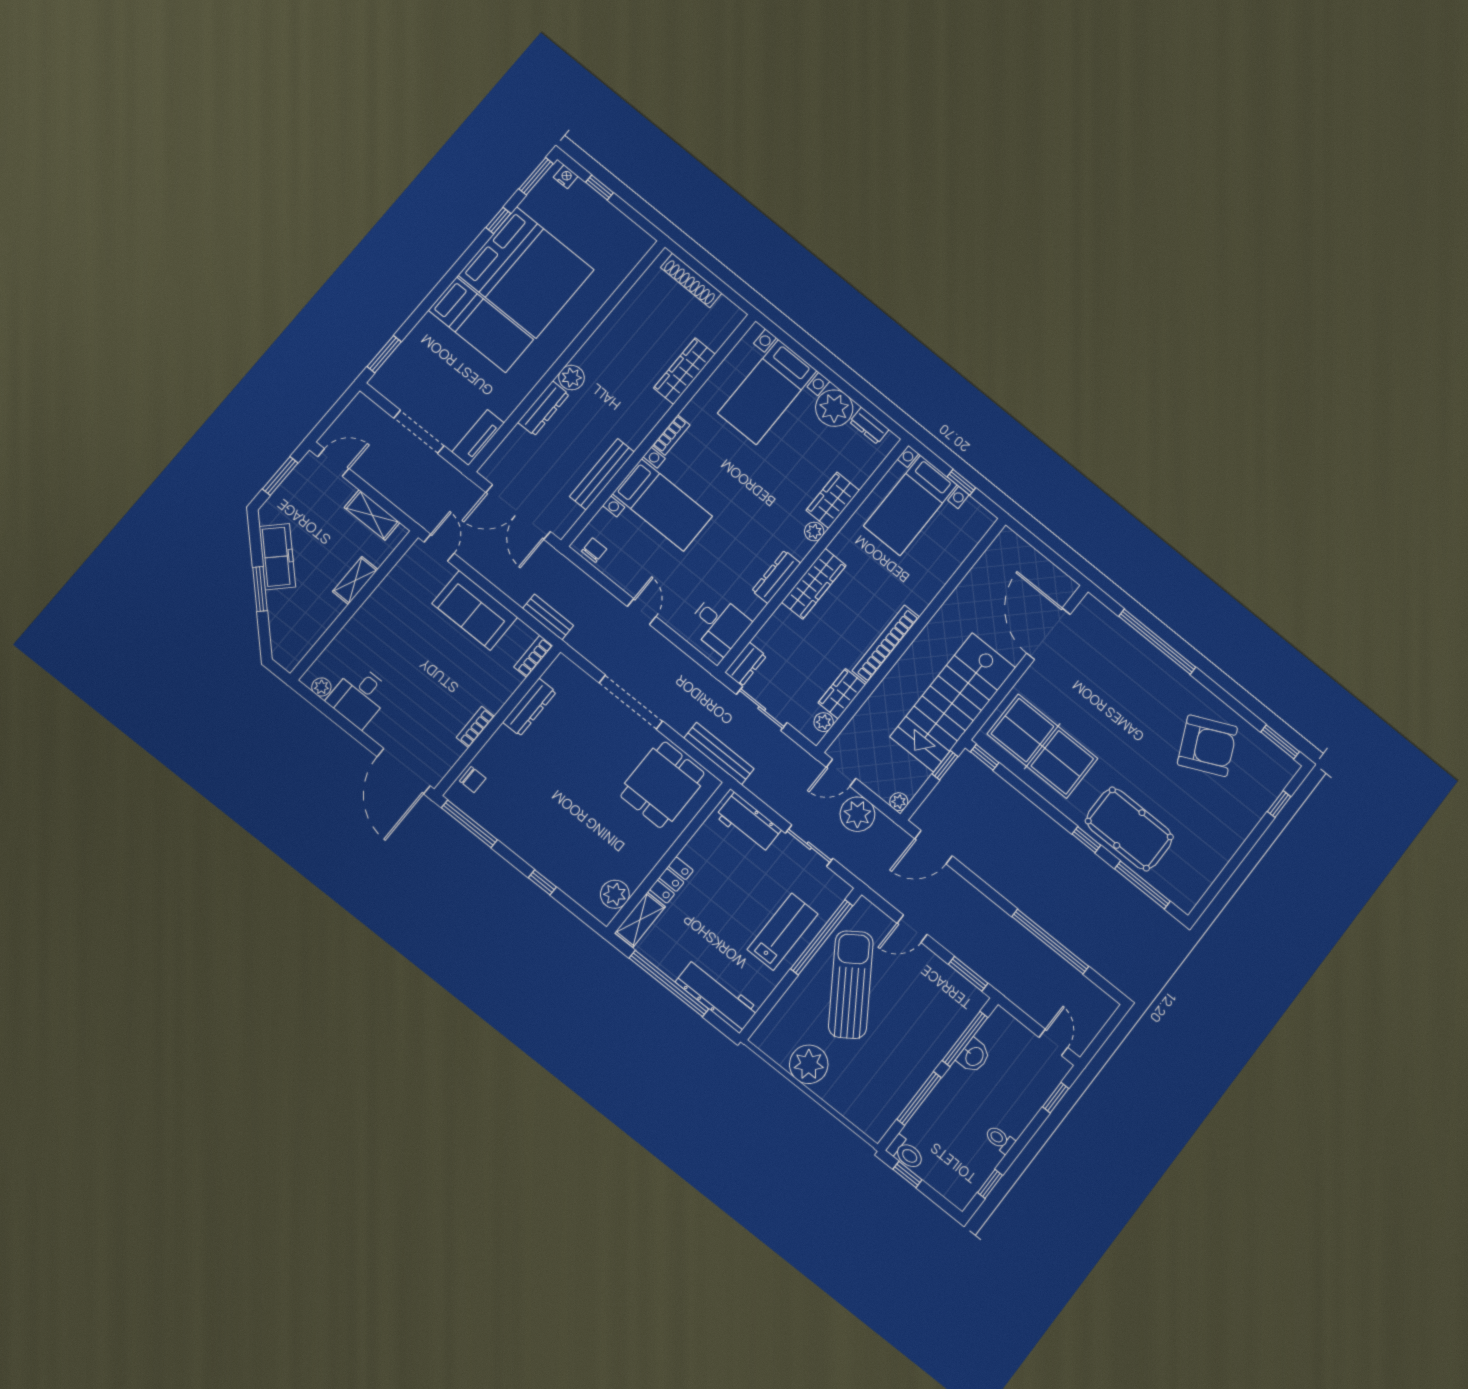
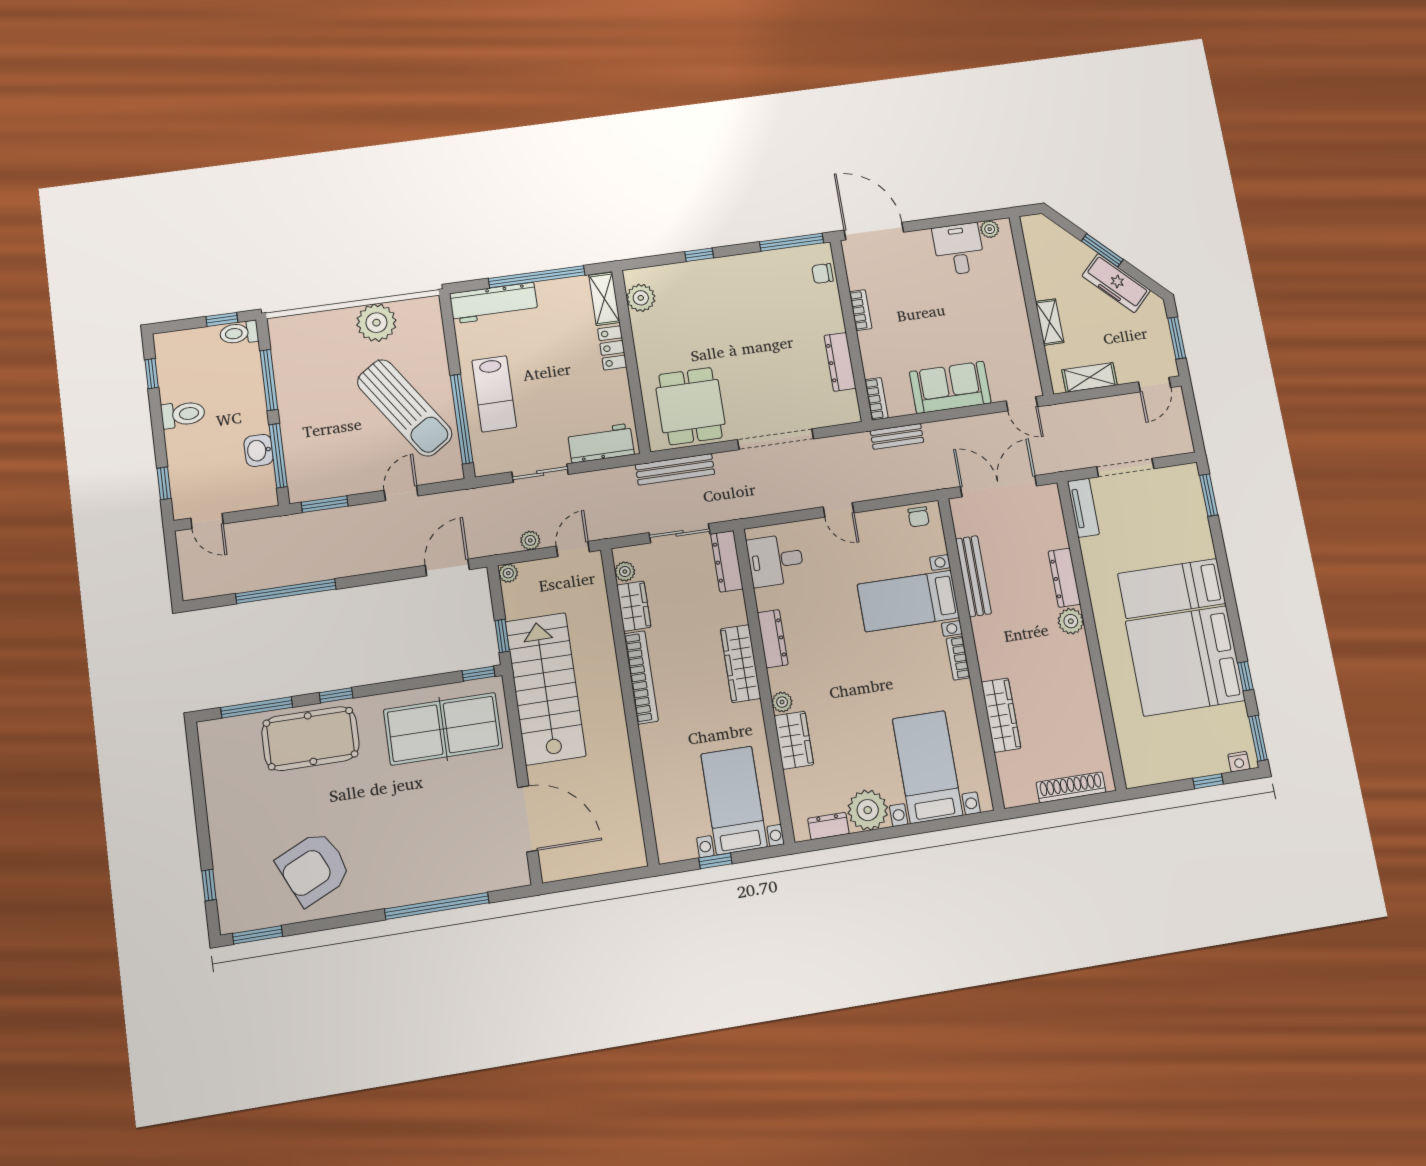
dresser: (746, 664) -> (727, 561), width x1.44
plant: (857, 814) -> (530, 540), width x0.53, depth x0.53
toilet: (1000, 1139) -> (183, 414), width x1.37, depth x1.39

